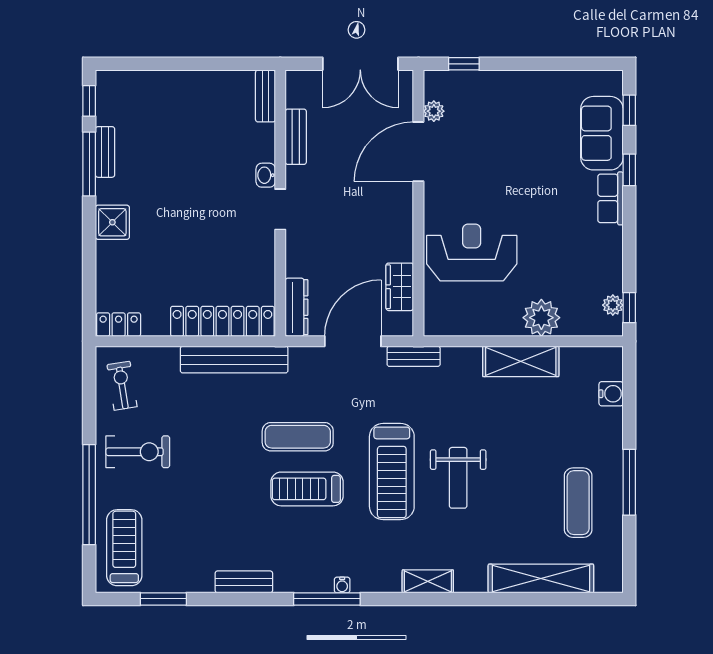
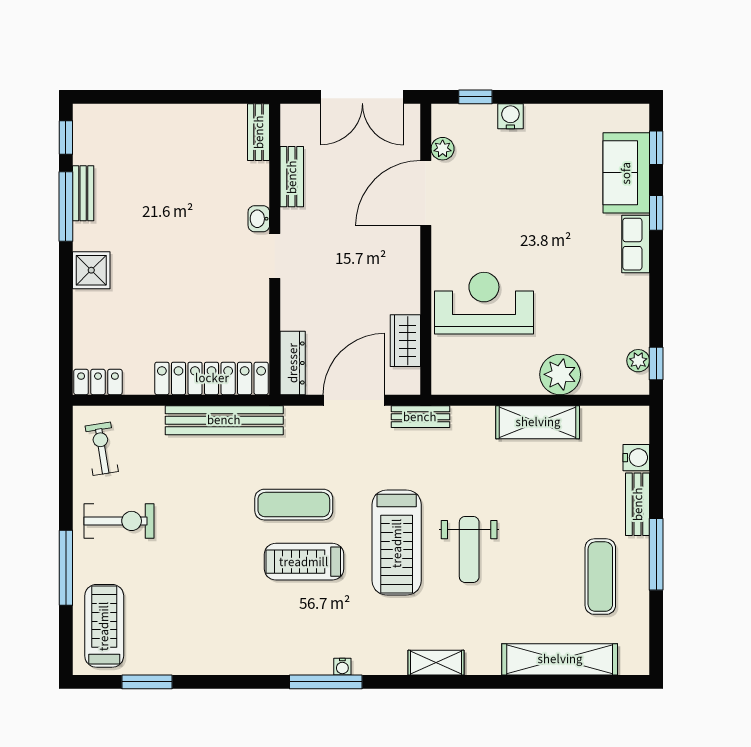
water cooler: (496, 81) -> (510, 116), added
window: (89, 495) -> (66, 568), width x0.68
bench: (244, 582) -> (638, 504), moved, turned 90

